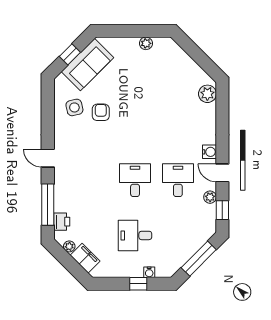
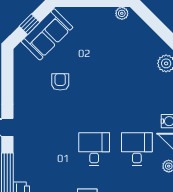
plant: (146, 43) -> (122, 13), moved
side table: (74, 107) -> (34, 77), removed

